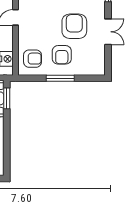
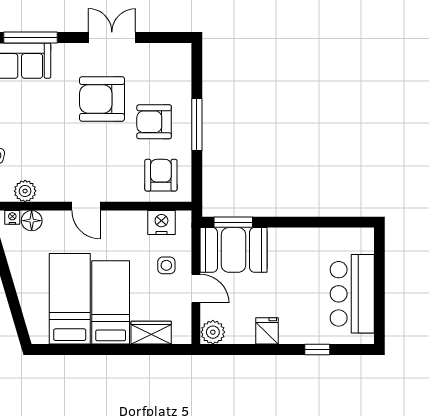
armchair: (62, 55) -> (154, 122), turned 180

